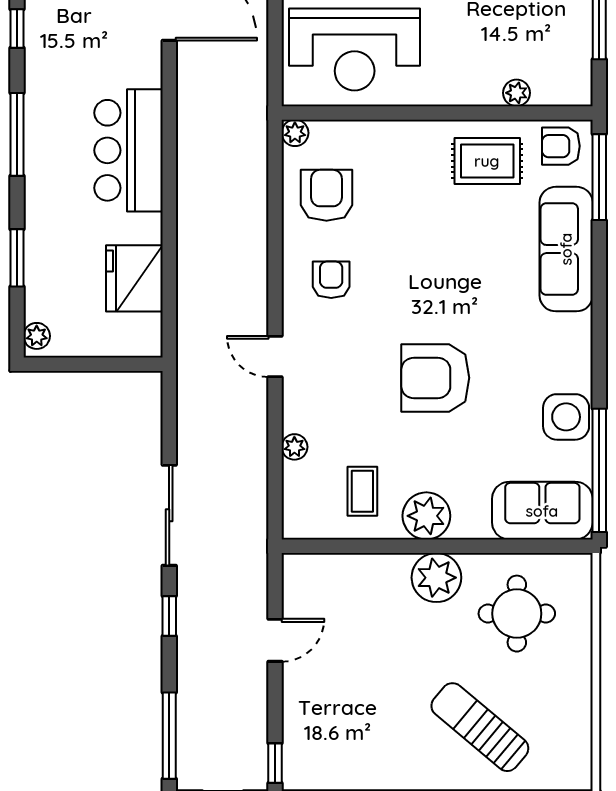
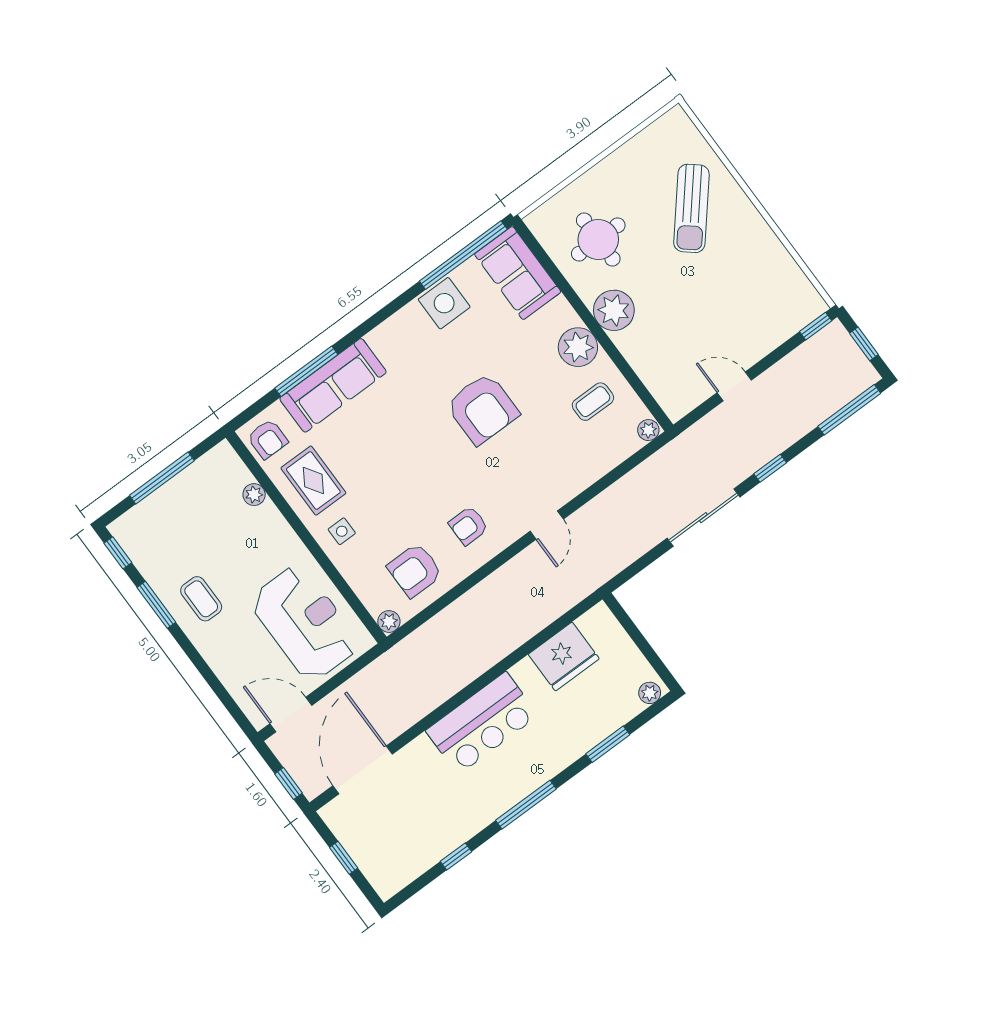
side table: (417, 152) -> (342, 531), added
window: (599, 177) -> (306, 371), moved
plant: (294, 447) -> (648, 430), moved

